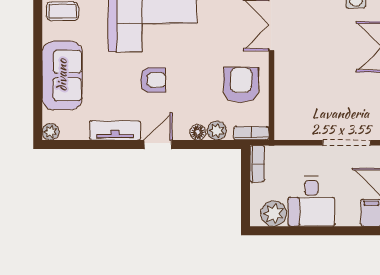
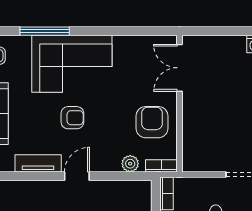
floor lamp: (198, 132) -> (113, 165), removed

